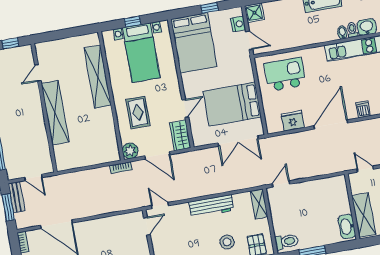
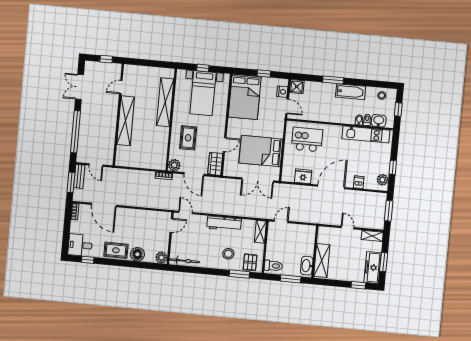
wall: (352, 207) -> (315, 252), moved
shelving: (364, 215) -> (322, 260), moved
washbasin: (347, 227) -> (307, 266), moved

